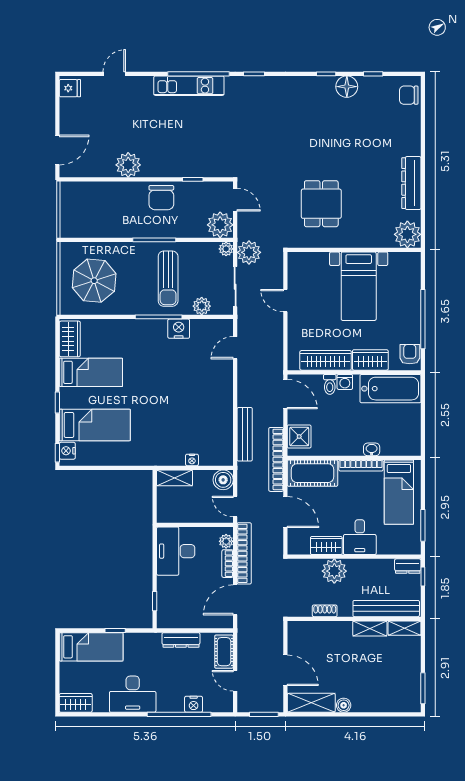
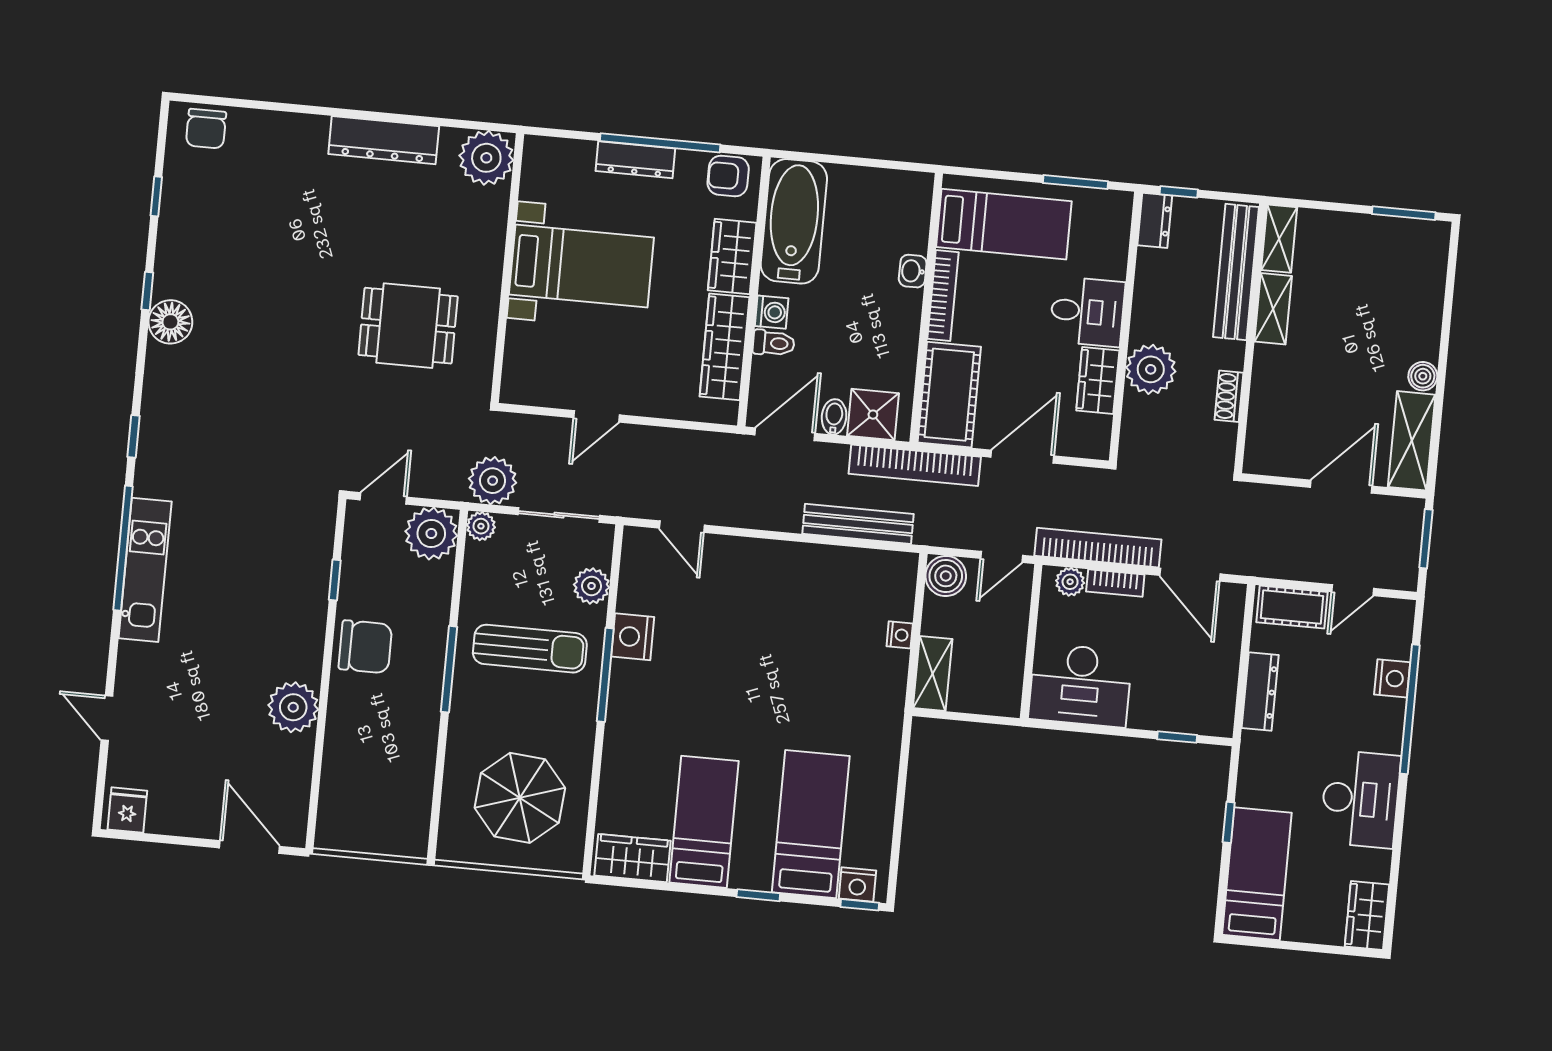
floor lamp: (347, 87) -> (170, 322), moved
dresser: (413, 308) -> (635, 160), added
bidet: (296, 417) -> (834, 417), added

